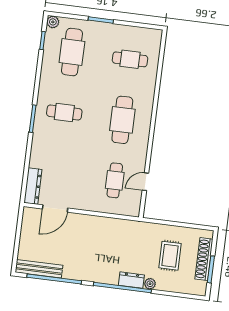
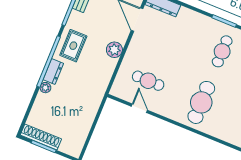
cafe table: (122, 120) -> (201, 102), turned 90
plant: (92, 223) -> (114, 50), added
rug: (170, 256) -> (73, 46), moved, turned 90
shoe rack: (204, 259) -> (41, 137), moved

